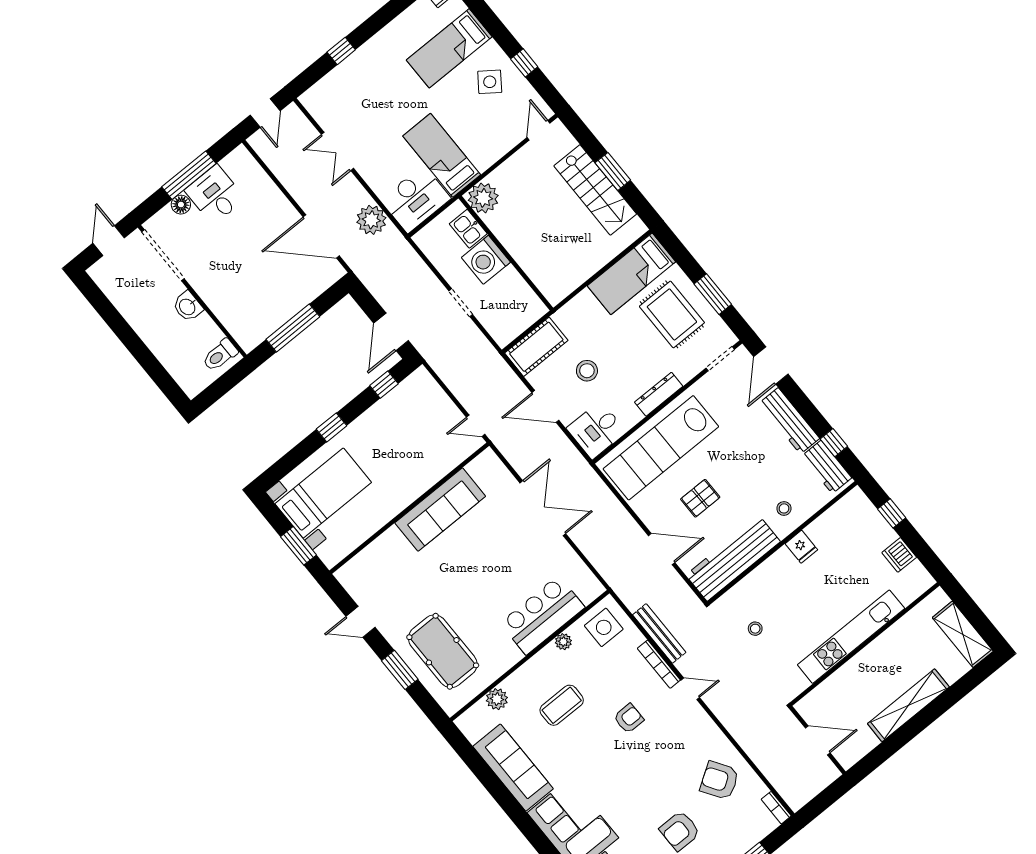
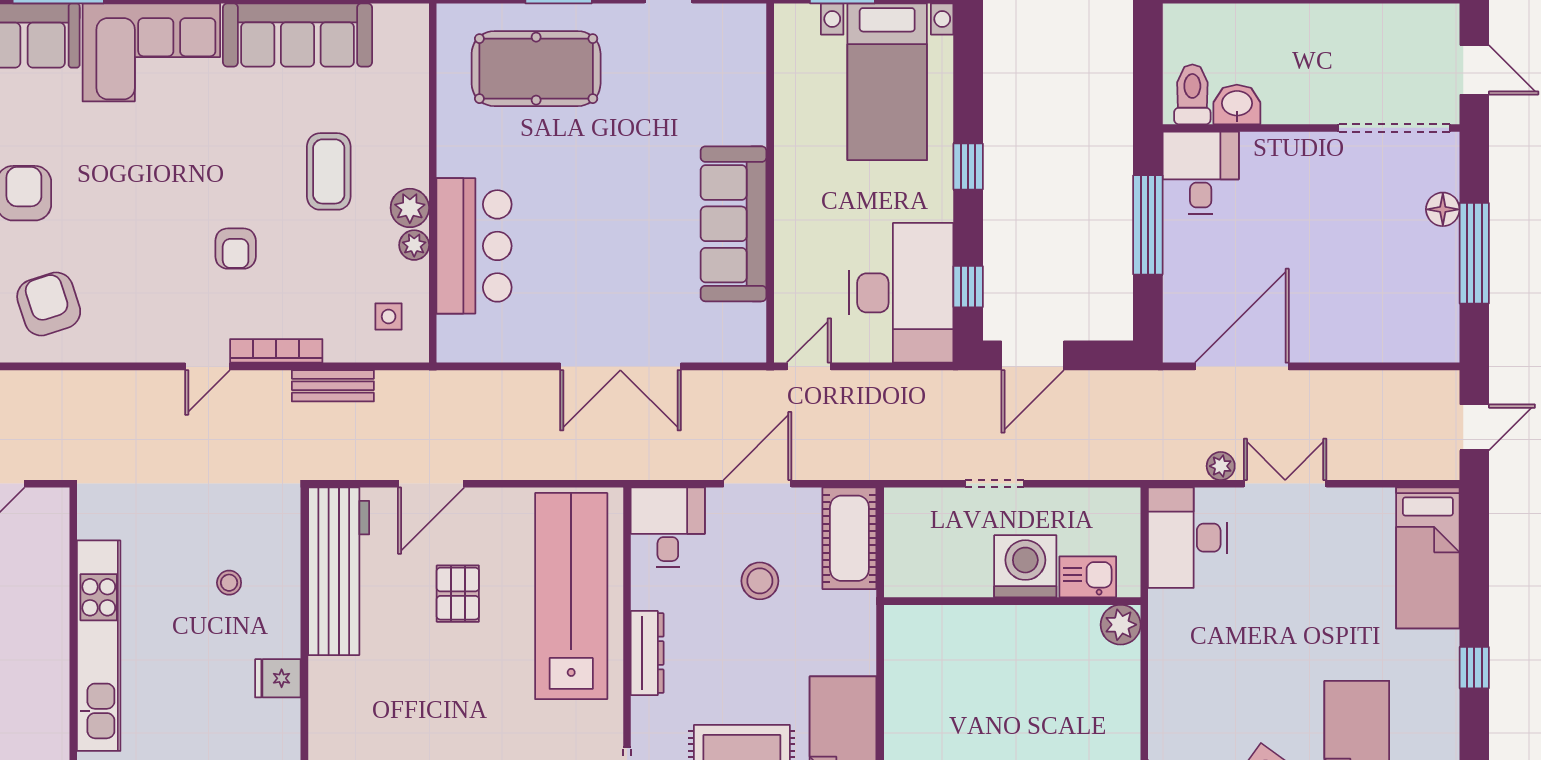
window: (341, 51) -> (1474, 668), moved
door: (265, 113) -> (1474, 427), swing flipped
double door: (337, 151) -> (1285, 484), moved
bed: (442, 155) -> (1428, 558), moved, turned 90
desk: (215, 195) -> (1201, 173), moved, turned -90
plant: (483, 198) -> (1121, 625), width x0.73, depth x0.73
plant: (371, 220) -> (1221, 466), width x0.53, depth x0.53
washbasin: (188, 306) -> (1237, 104), moved
door: (391, 332) -> (1033, 355), swing flipped
desk: (411, 412) -> (901, 293), added
stool: (784, 508) -> (350, 697), removed
side table: (604, 627) -> (389, 316), width x0.54, depth x0.54
stool: (755, 629) -> (229, 583), moved
bench: (659, 634) -> (333, 386), width x0.73
plant: (497, 699) -> (410, 208), moved
armchair: (719, 780) -> (49, 304), turned -75

